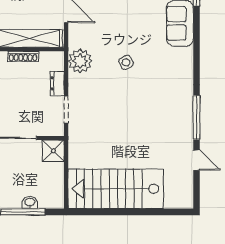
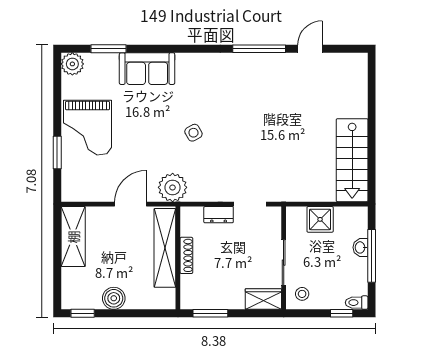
plant: (80, 61) -> (173, 187), moved
shower: (53, 151) -> (320, 219), moved
stairs: (116, 189) -> (352, 160), width x0.73, depth x0.66

